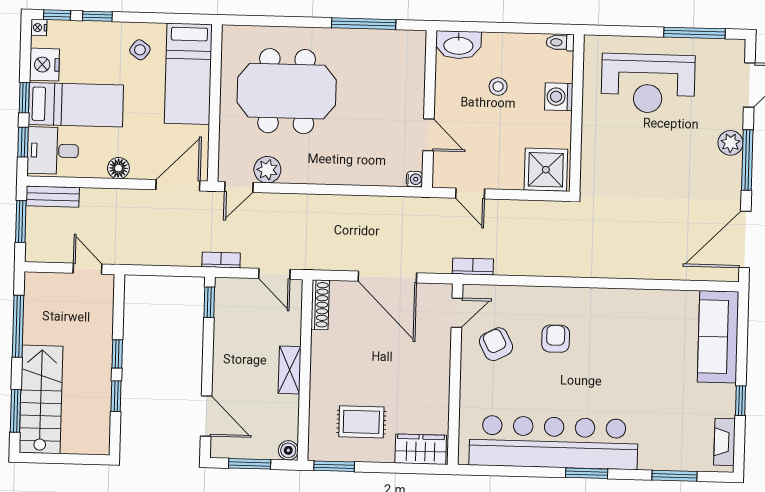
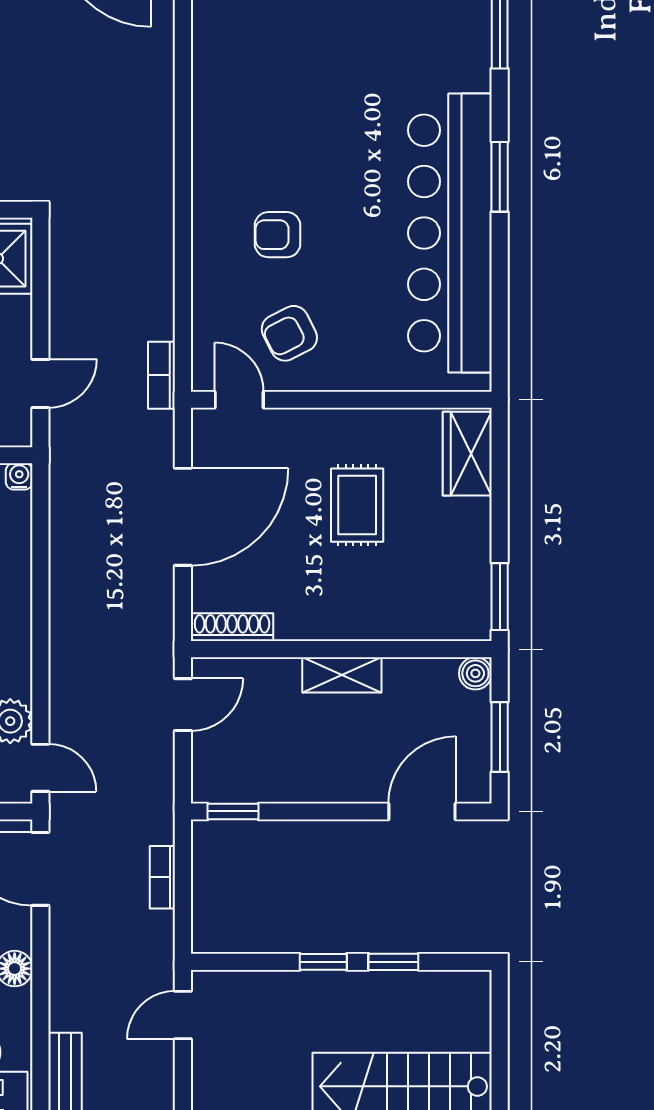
bookcase: (221, 260) -> (162, 877), moved
rug: (361, 422) -> (357, 505), moved

